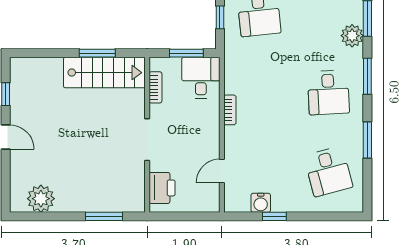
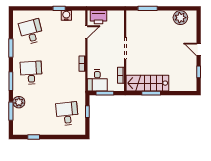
printer: (162, 188) -> (99, 17), moved, turned -90

